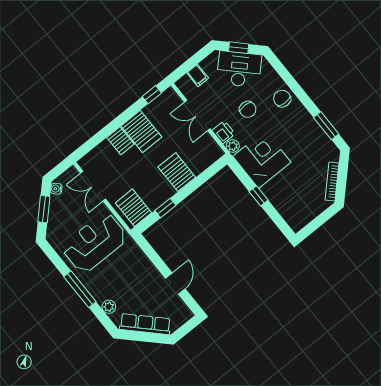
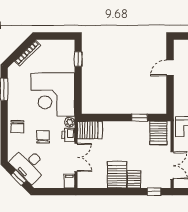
filing cabinet: (198, 75) -> (69, 181), moved
window: (152, 95) -> (154, 192), moved
corner desk: (262, 159) -> (53, 94), width x1.36, depth x1.36
server rack: (177, 172) -> (90, 130), moved, turned -90
window: (259, 196) -> (78, 59), moved

